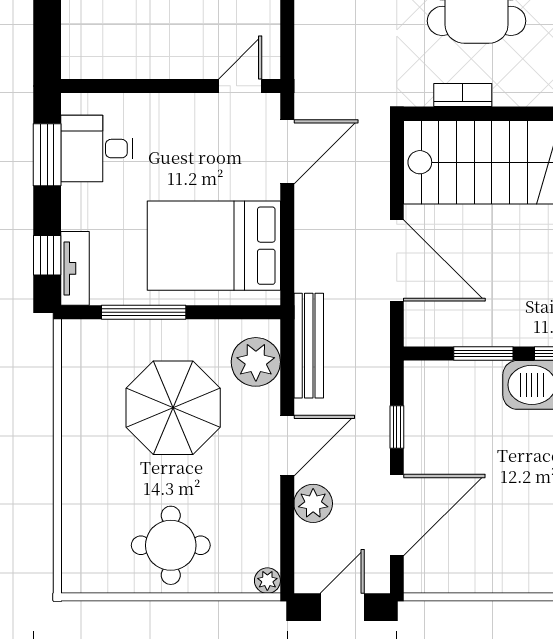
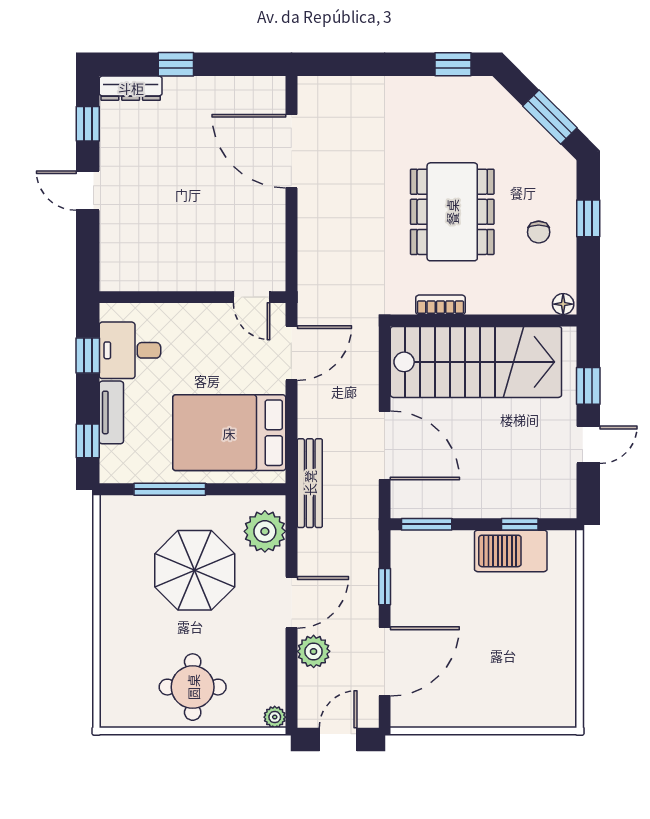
door: (240, 86) -> (252, 297), swing flipped
window: (47, 155) -> (88, 356), width x0.67
tv unit: (75, 268) -> (111, 412), moved
bench: (309, 346) -> (310, 483), moved
window: (483, 353) -> (427, 524), moved

